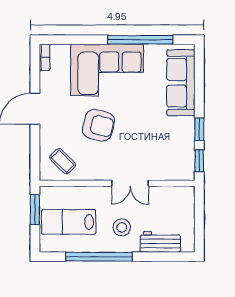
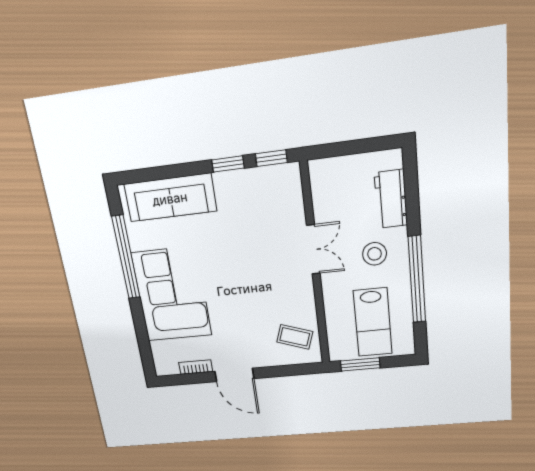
bookcase: (45, 57) -> (196, 367), moved
armchair: (98, 125) -> (243, 298), removed
coffee table: (63, 161) -> (295, 337), turned 64

